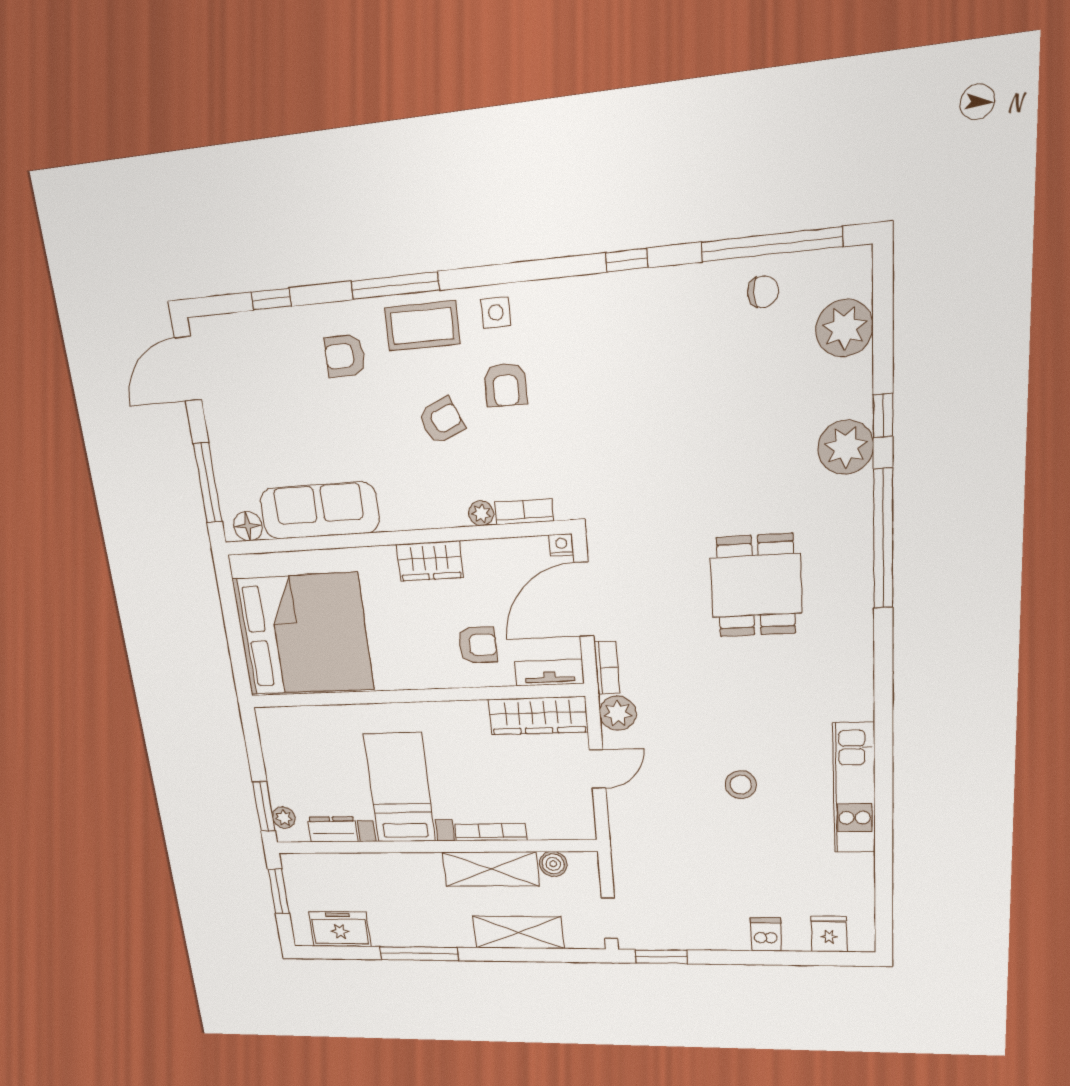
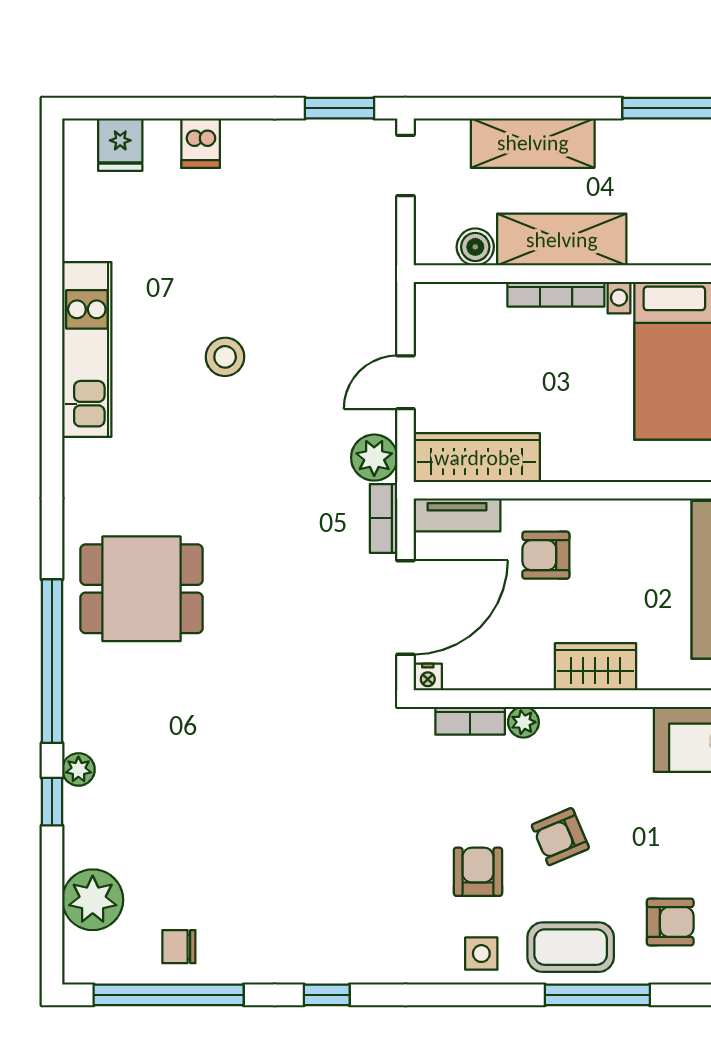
plant: (846, 447) -> (78, 769), width x0.53, depth x0.53
dining table: (756, 586) -> (142, 589), moved, turned 90

